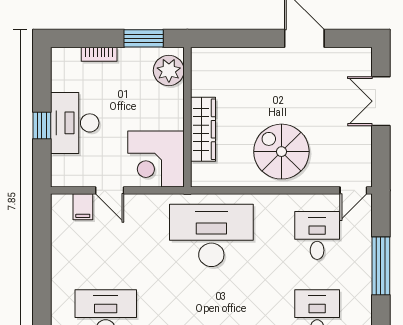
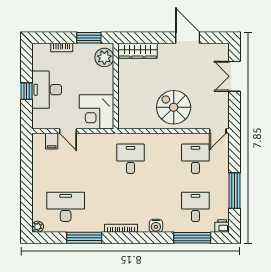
wardrobe: (203, 129) -> (137, 51), moved, turned 90
desk: (211, 235) -> (131, 159), width x0.53, depth x0.77
window: (381, 266) -> (235, 191), moved

